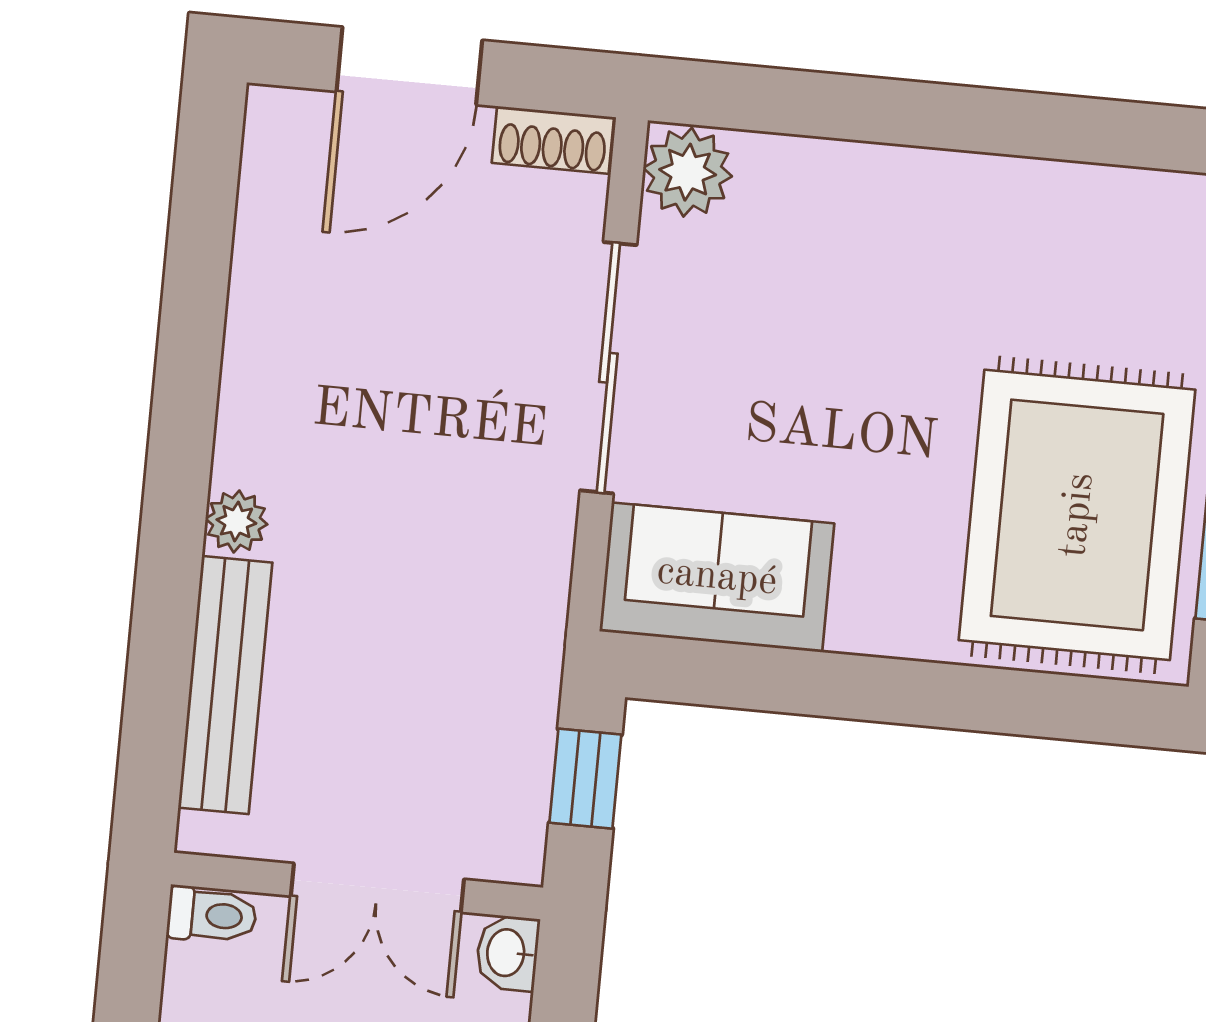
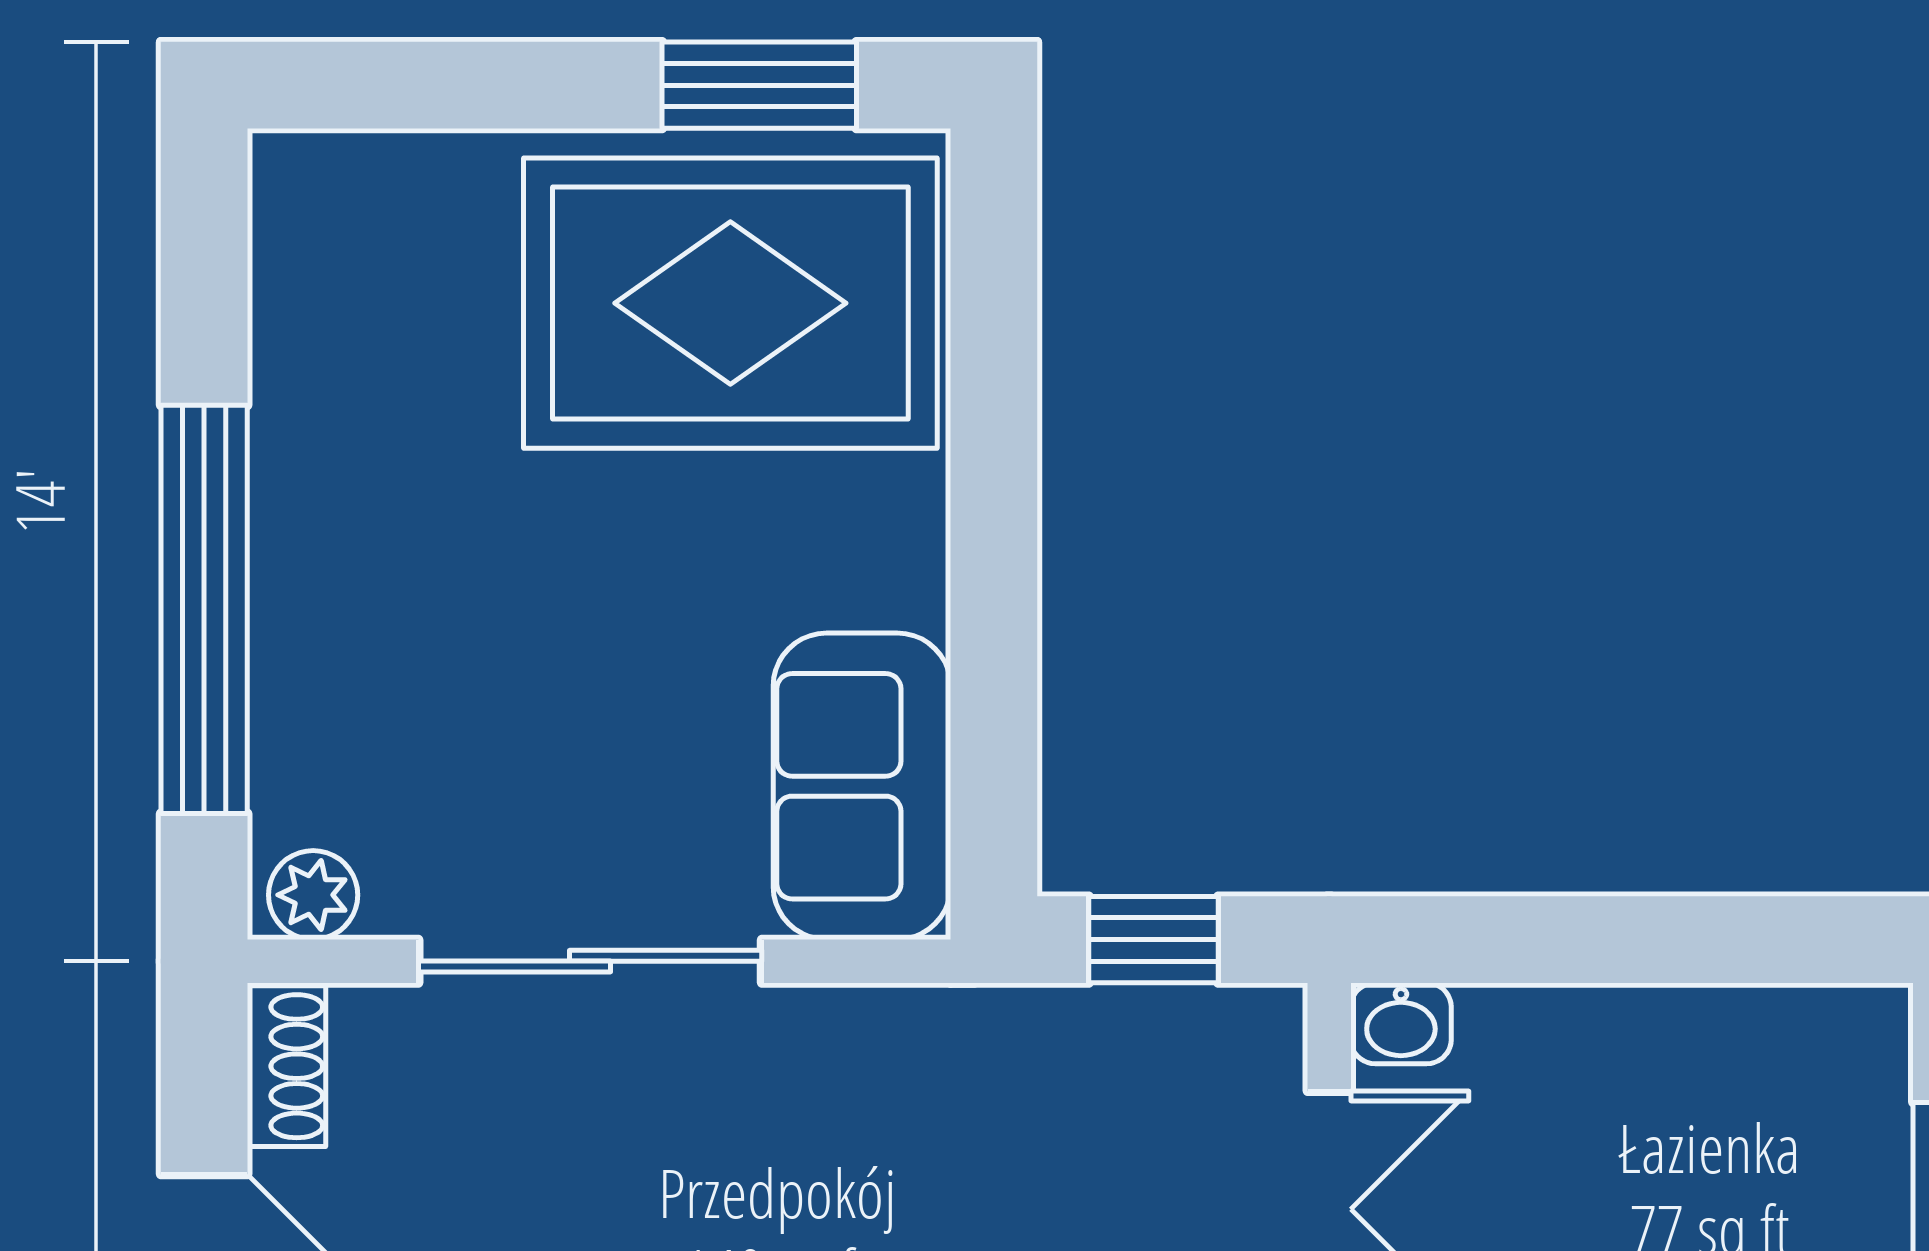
window: (891, 111) -> (204, 609), added
plant: (688, 172) -> (313, 895), width x0.73, depth x0.73

